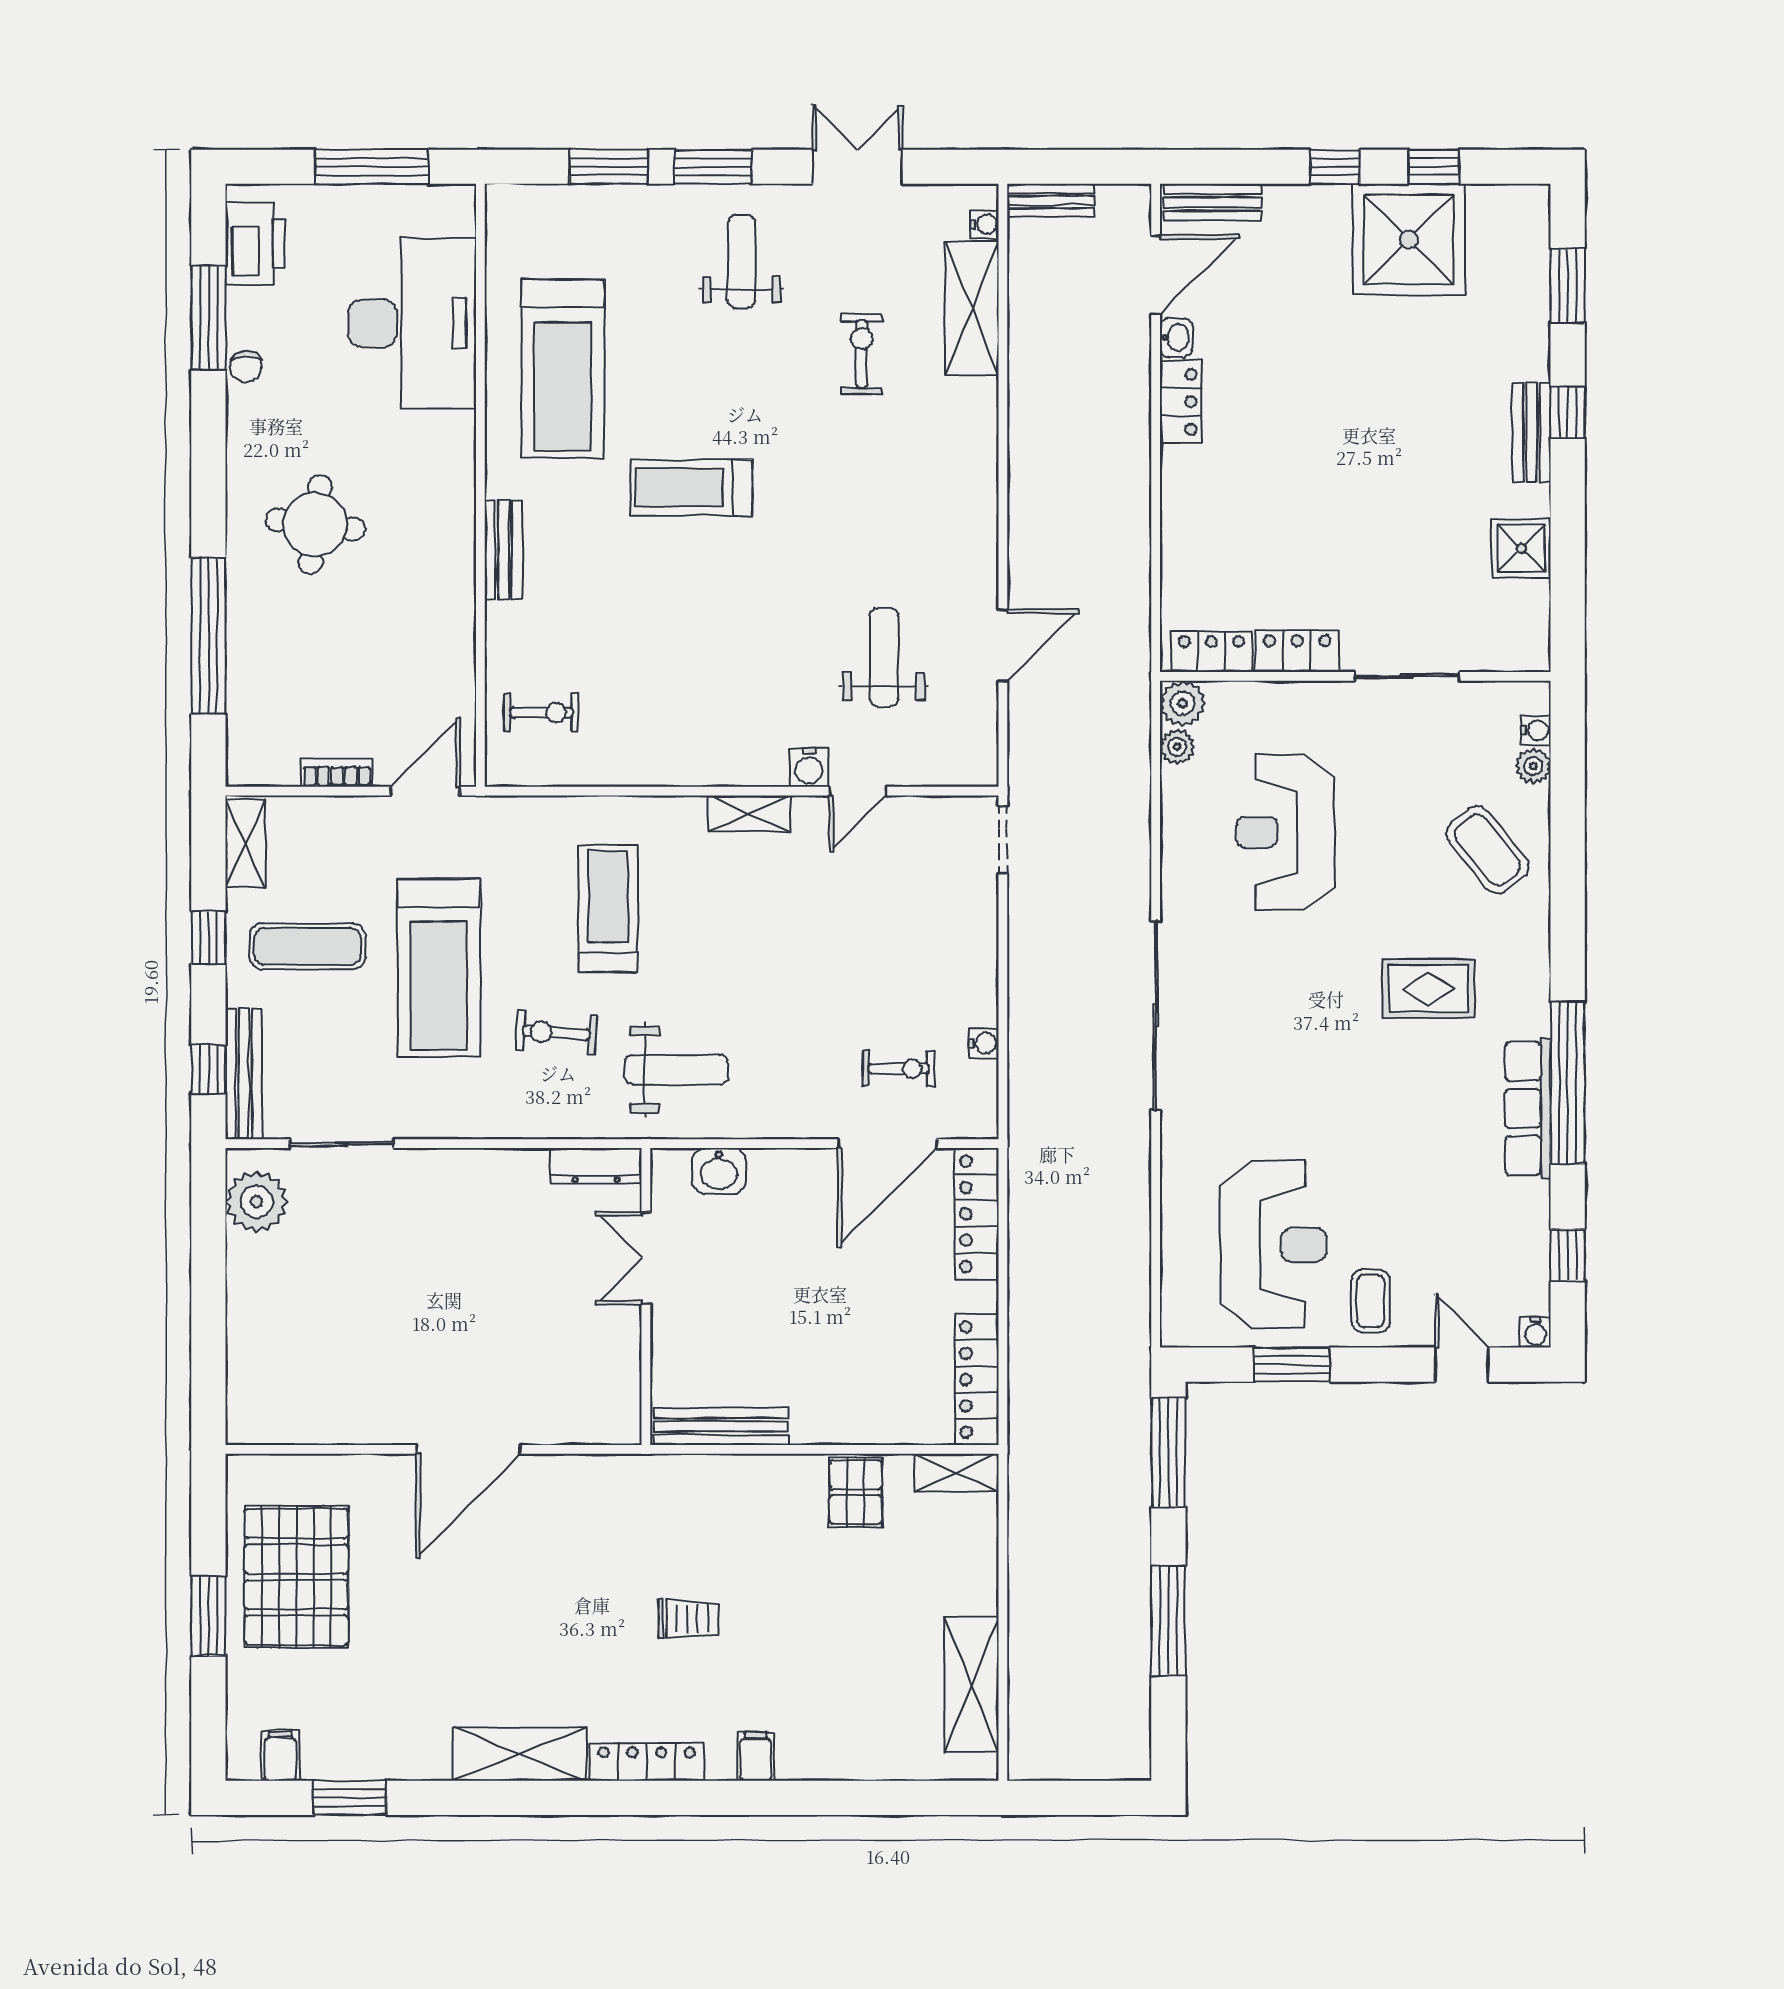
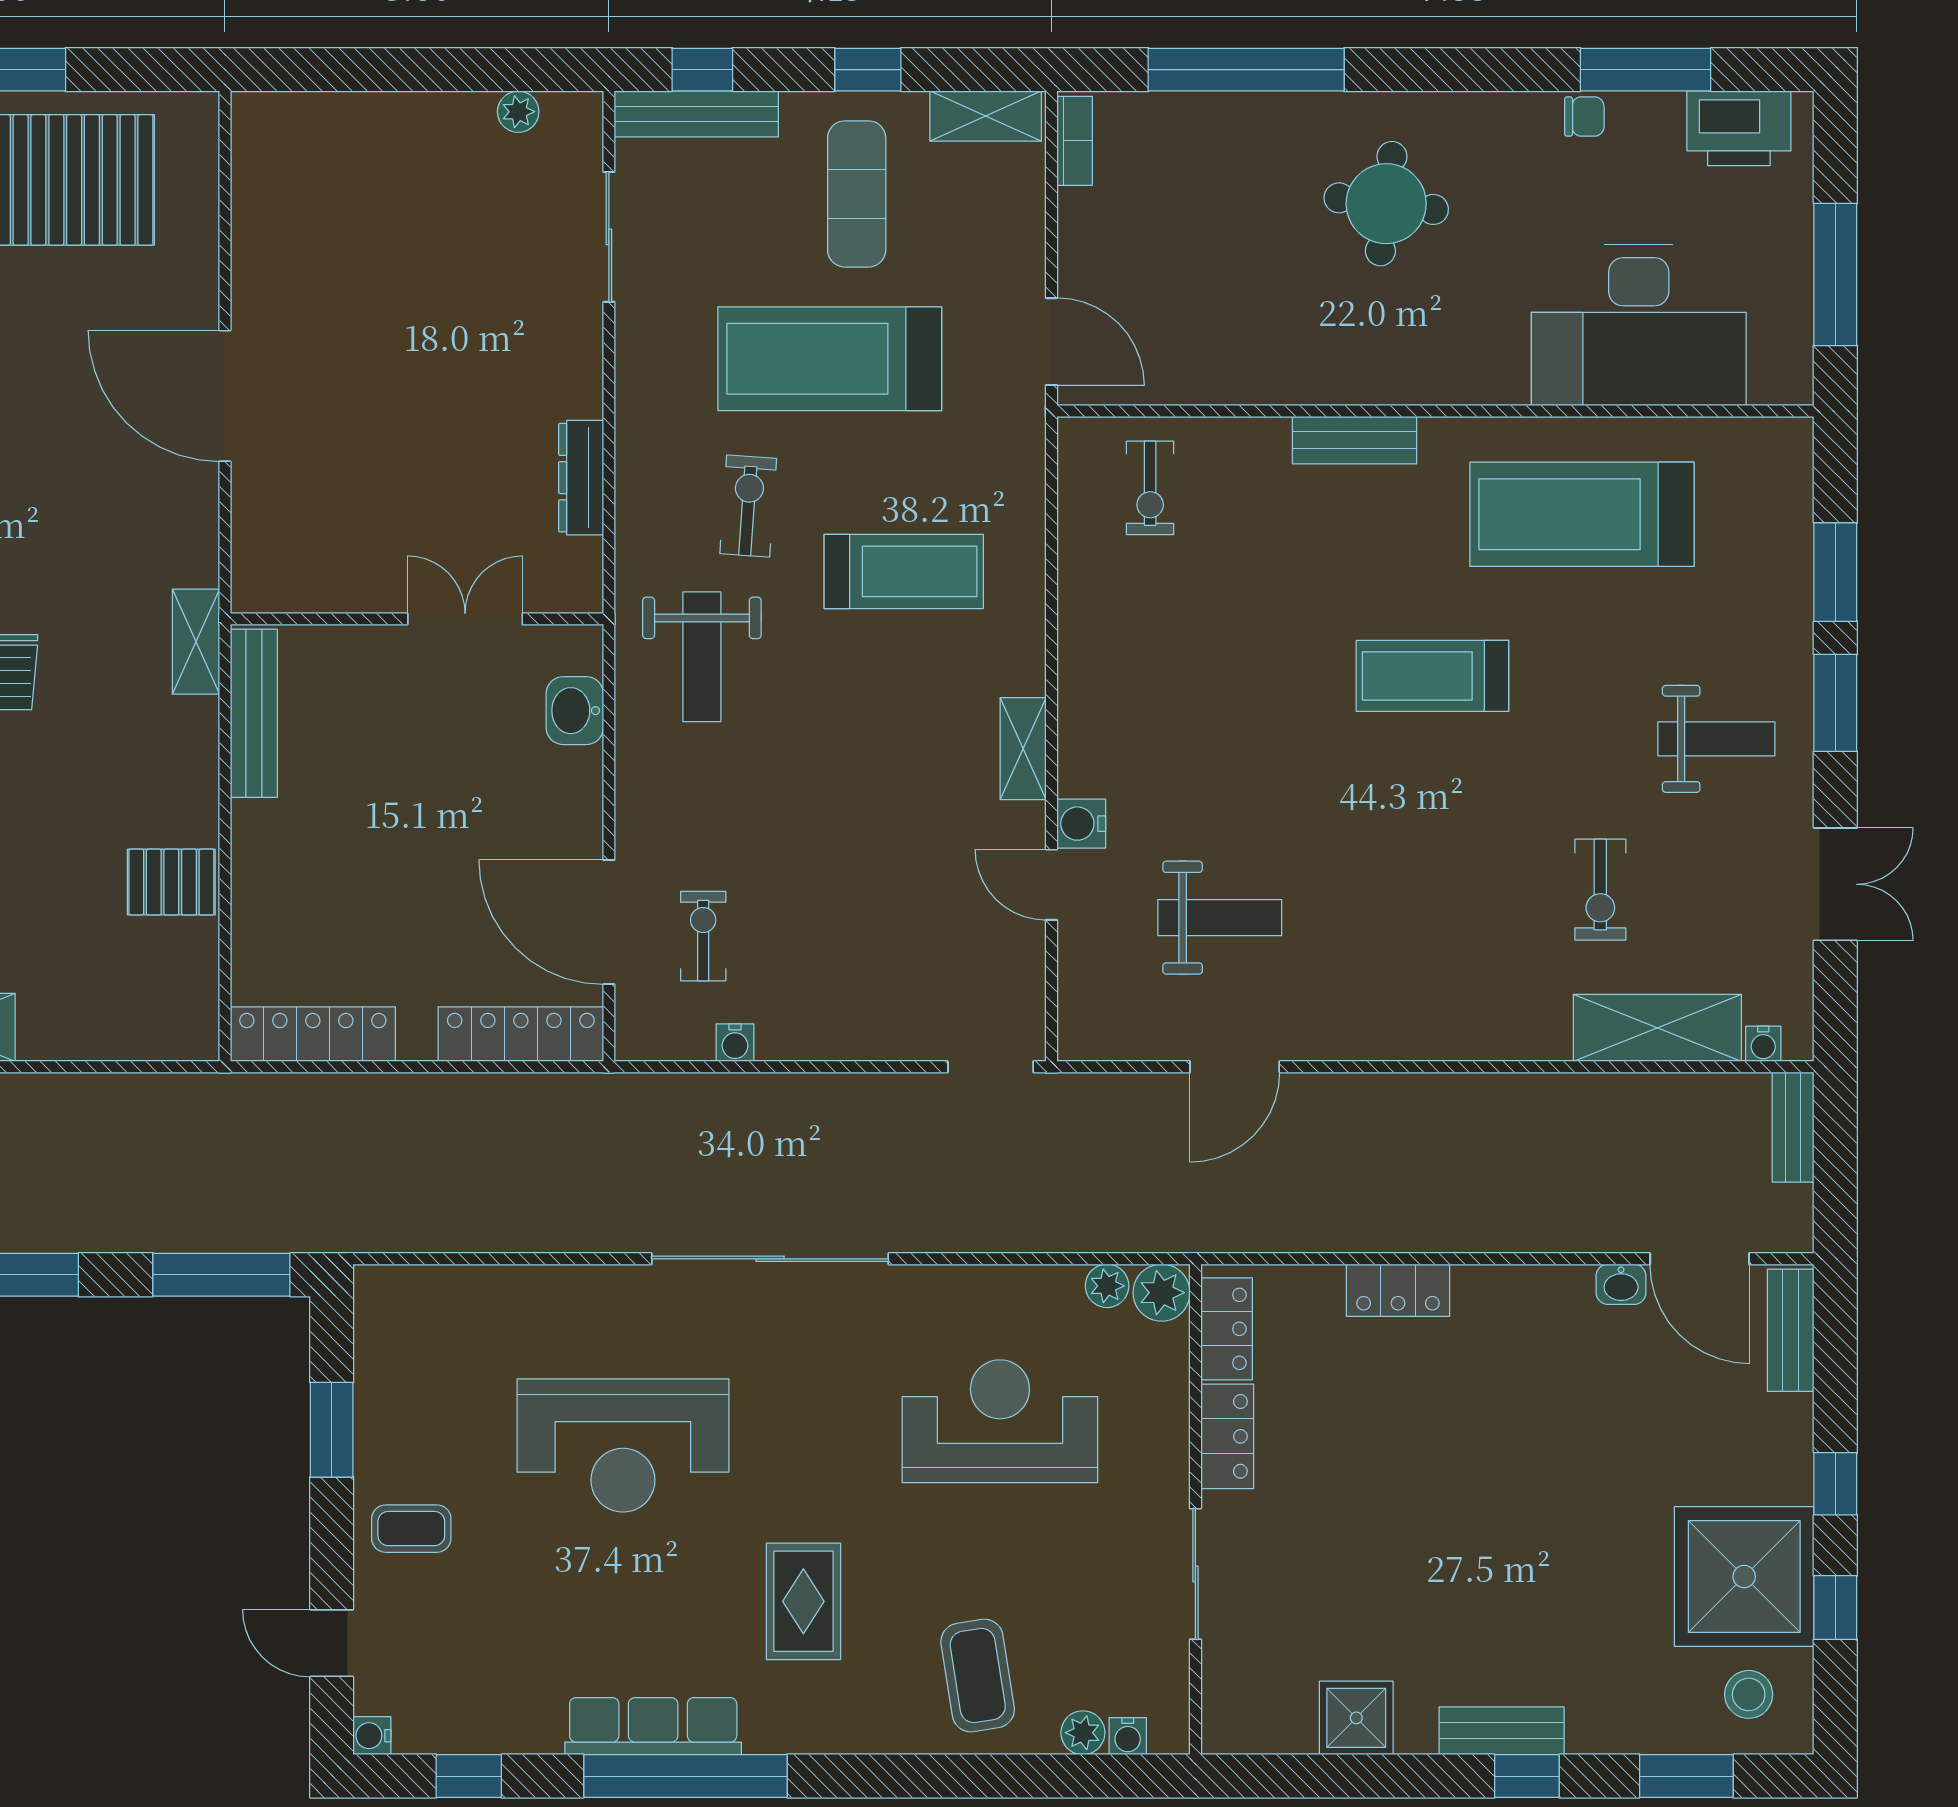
stool: (1503, 236) -> (1749, 1694), added
exercise bike: (862, 354) -> (1600, 890), turned 90
chair: (246, 367) -> (1584, 117), turned 180
locker: (1181, 402) -> (1398, 1290), moved
treadmill: (691, 488) -> (1432, 676), turned -90
door: (1003, 645) -> (1235, 1067), hinge flipped
bookcase: (337, 773) -> (1075, 141), moved
coffee table: (1488, 850) -> (978, 1676), turned -60
exercise bike: (899, 1069) -> (703, 936), turned 180
dresser: (596, 1166) -> (581, 478), moved
plant: (256, 1201) -> (518, 112), width x0.53, depth x0.53
reception desk: (1273, 1245) -> (623, 1446), moved
door: (1462, 1365) -> (332, 1643), swing flipped
shelving: (957, 1473) -> (196, 642), moved

